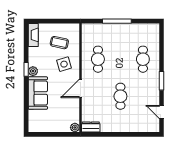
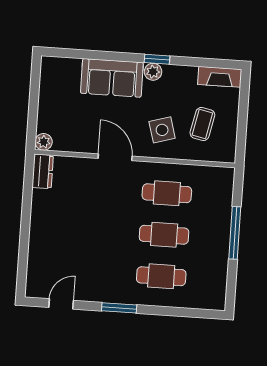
cafe table: (120, 96) -> (164, 235), moved

